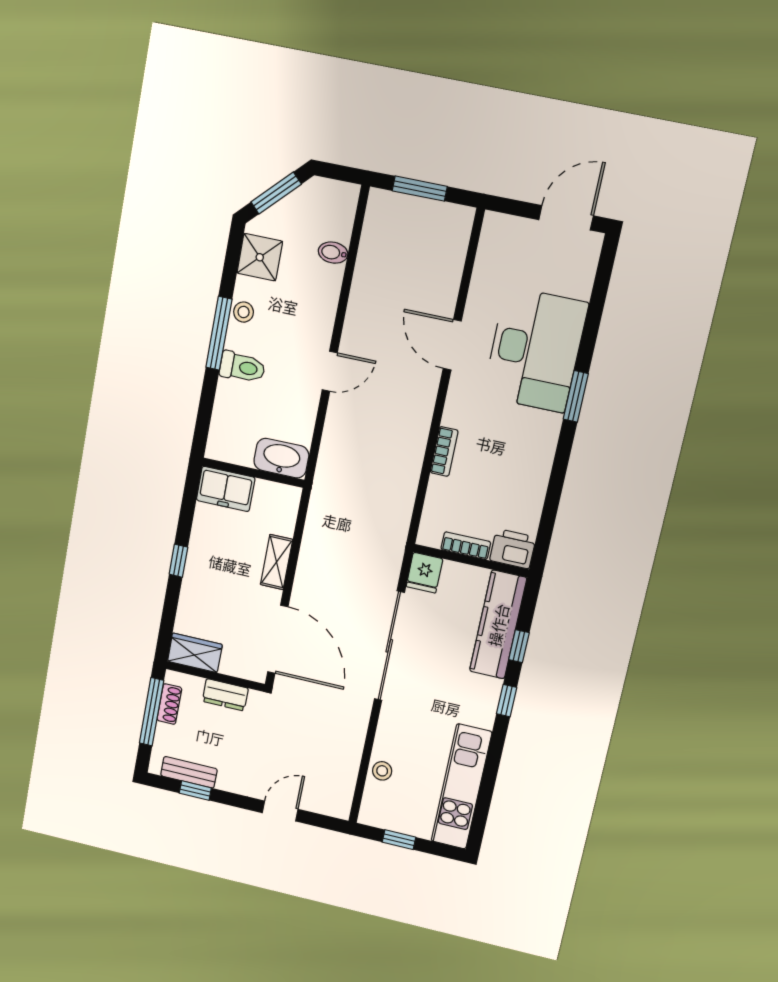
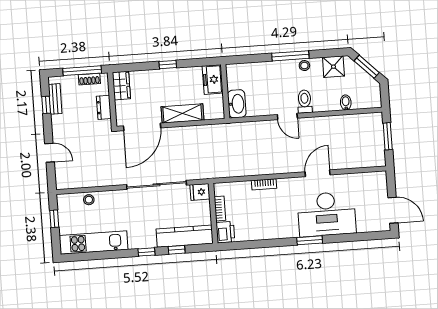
toilet: (242, 367) -> (305, 101), moved, turned 180
shelving: (277, 562) -> (182, 113), width x1.50, depth x1.33

